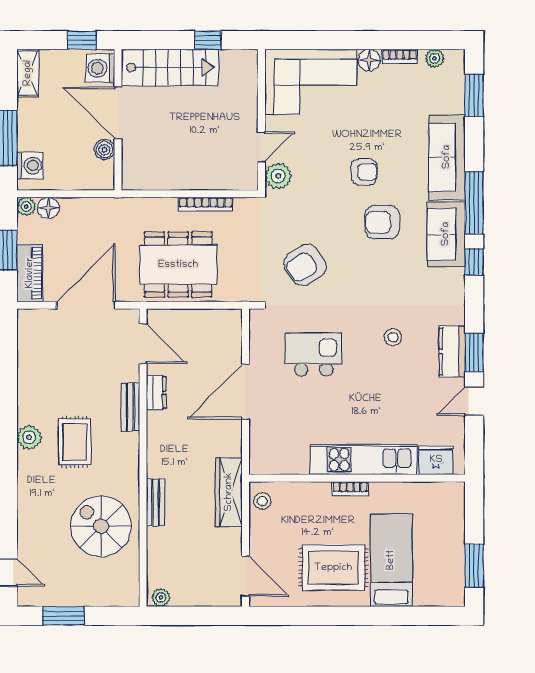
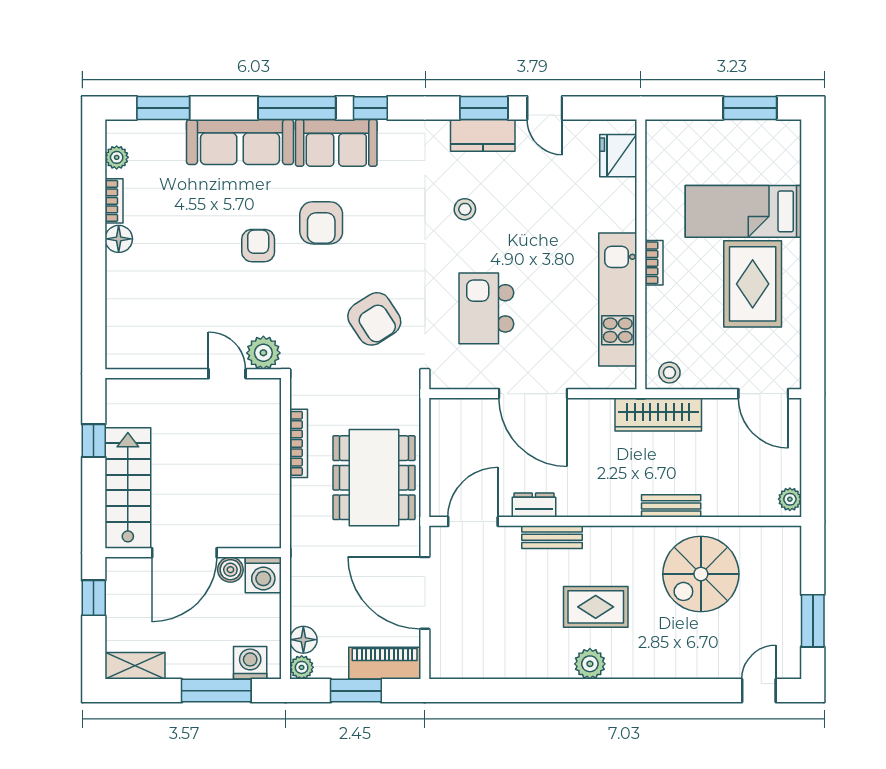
washing machine: (100, 68) -> (263, 575), moved
corner sofa: (311, 82) -> (146, 312), removed
kitchen unit: (364, 460) -> (618, 300), moved
door: (245, 576) -> (763, 394), swing flipped

